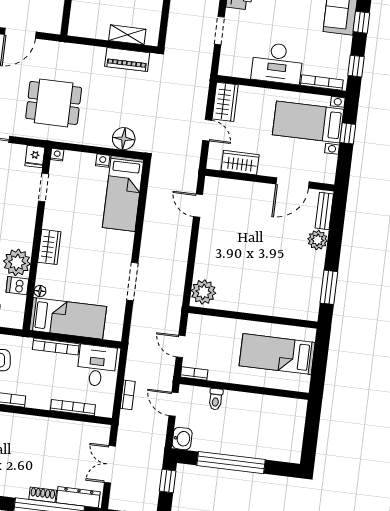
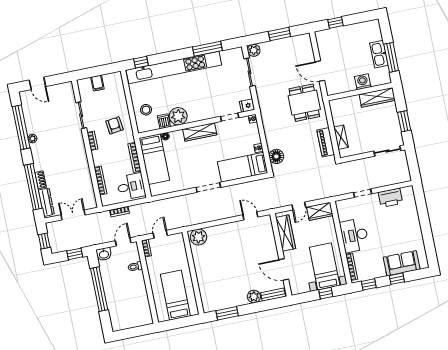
dining table: (54, 103) -> (304, 103), moved
wardrobe: (240, 163) -> (286, 233), width x1.50
door: (198, 206) -> (250, 216), hinge flipped
wardrobe: (49, 247) -> (200, 132), width x1.50
doorway: (132, 281) -> (208, 187), moved

